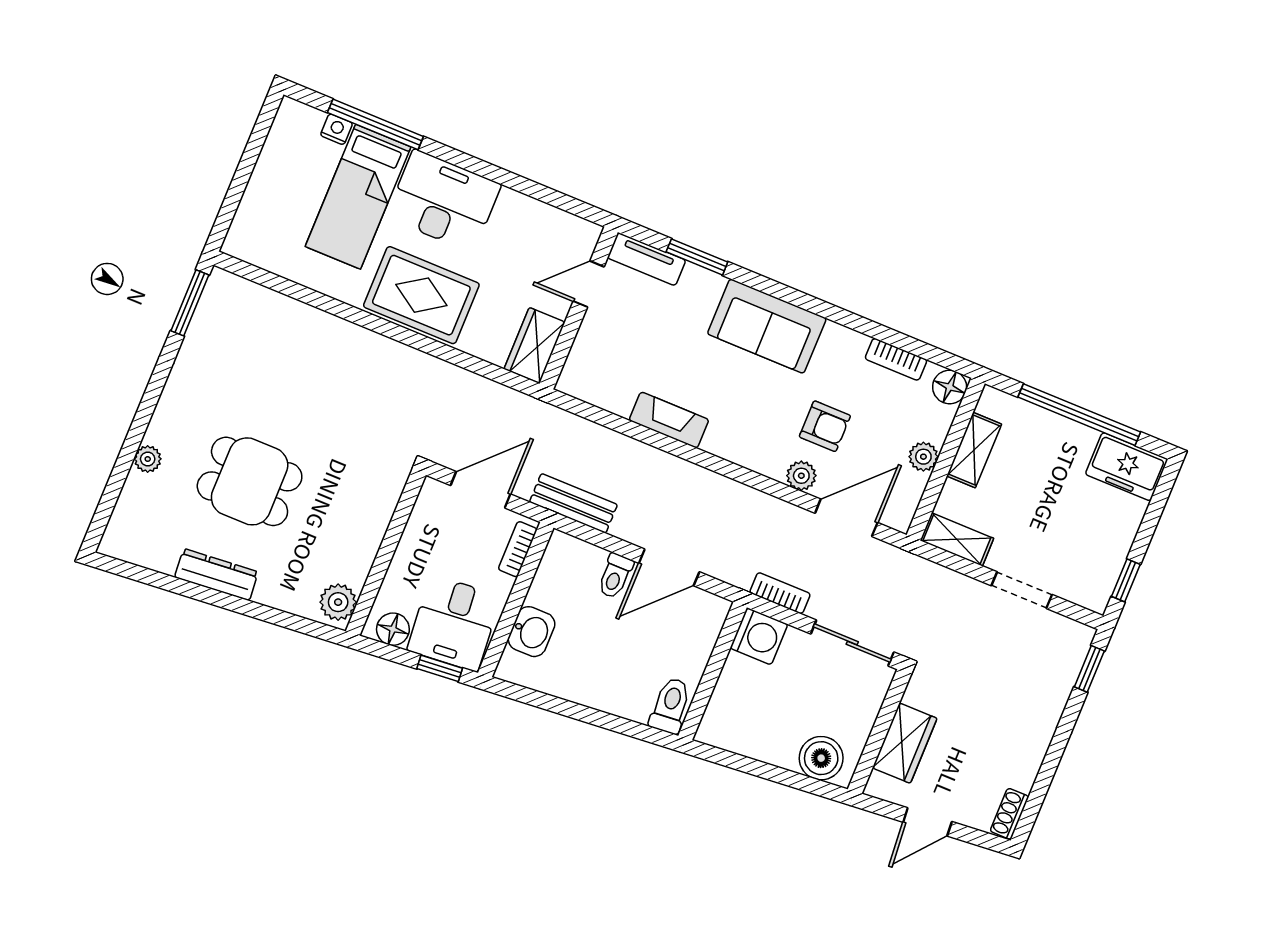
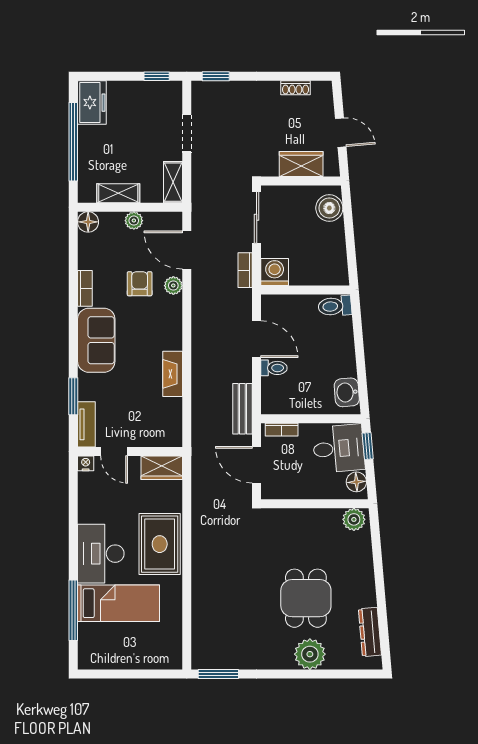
nightstand: (337, 129) -> (86, 463), moved, turned 90
bookcase: (896, 359) -> (85, 288), moved
plant: (148, 459) -> (310, 654), width x1.88, depth x1.88
dresser: (216, 575) -> (370, 632), moved
washbasin: (532, 632) -> (347, 392), moved, turned -95
shoe rack: (1009, 814) -> (296, 88), moved

